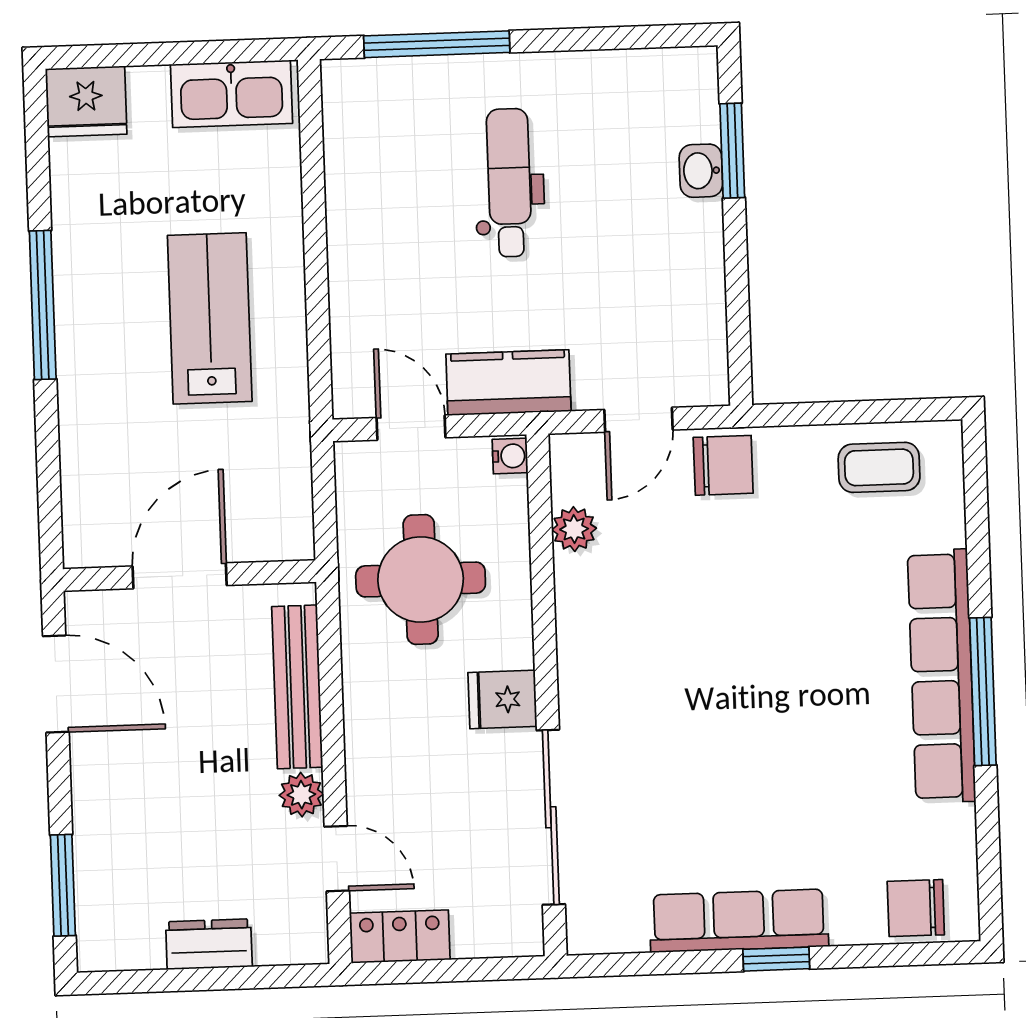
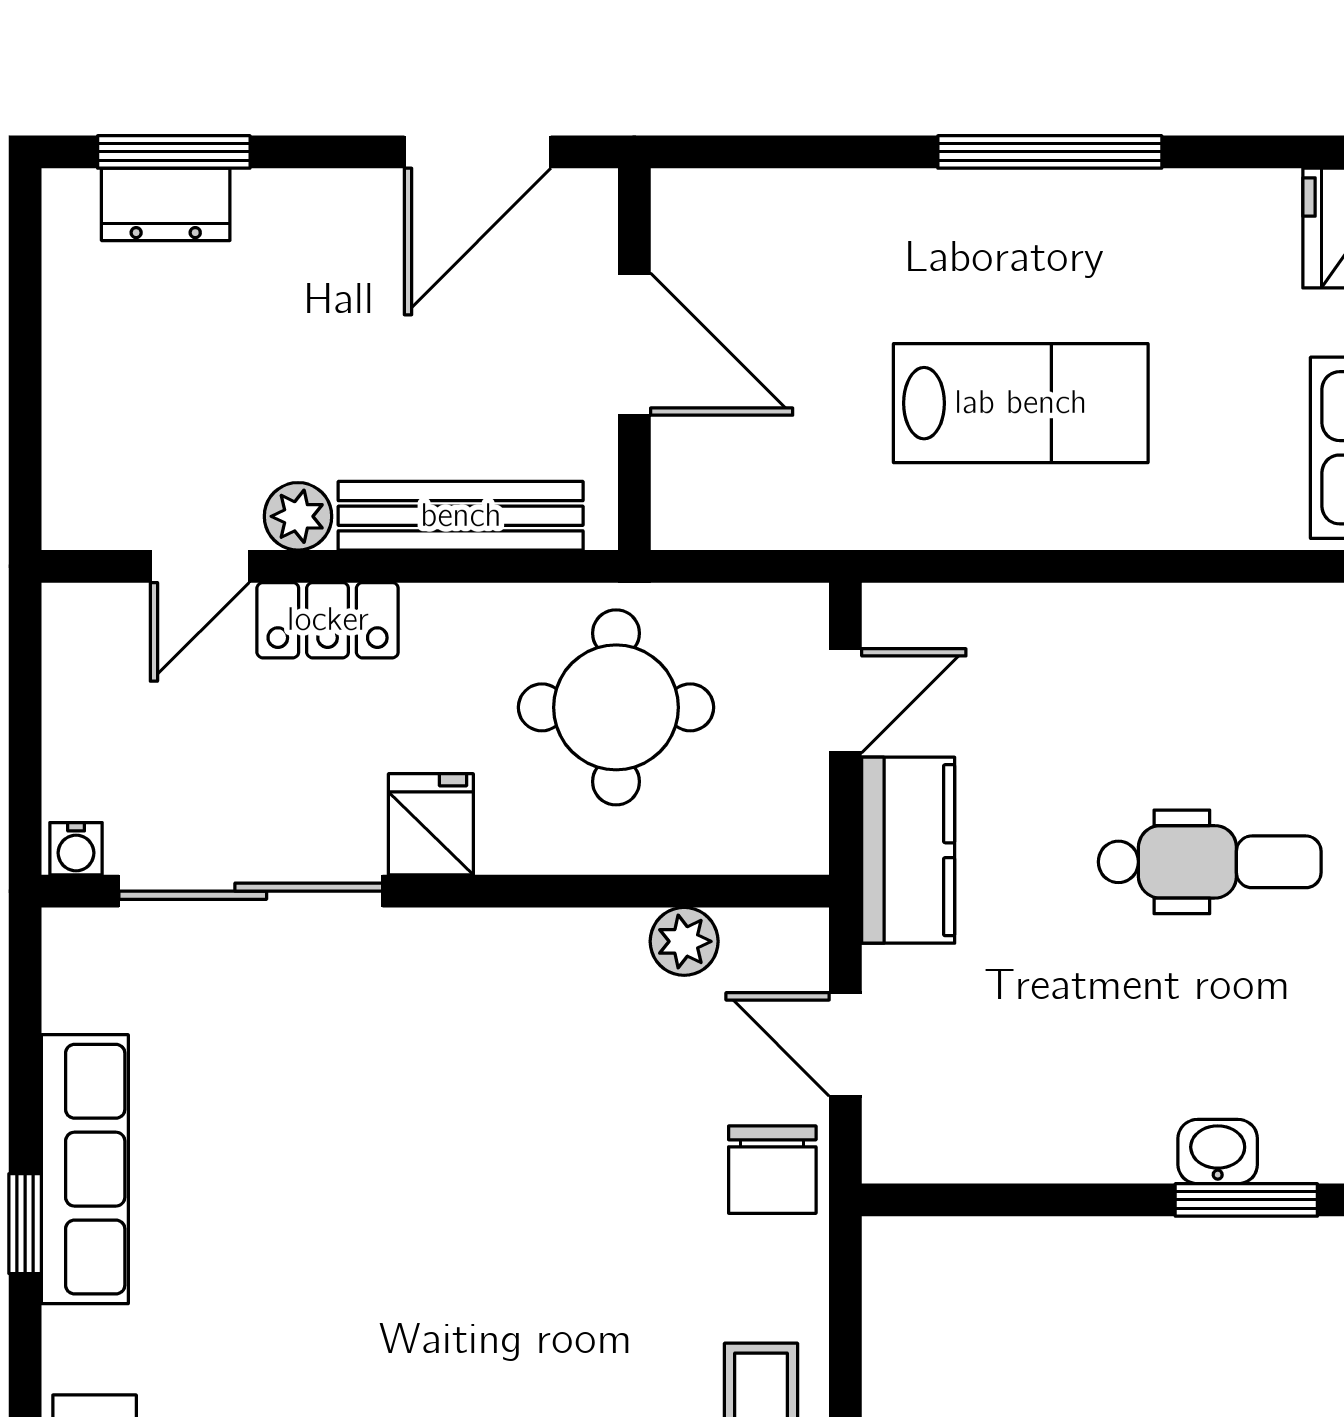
water cooler: (510, 456) -> (76, 849), moved
locker: (400, 936) -> (328, 620), moved, turned 90
dresser: (209, 944) -> (166, 204), moved, turned 90

